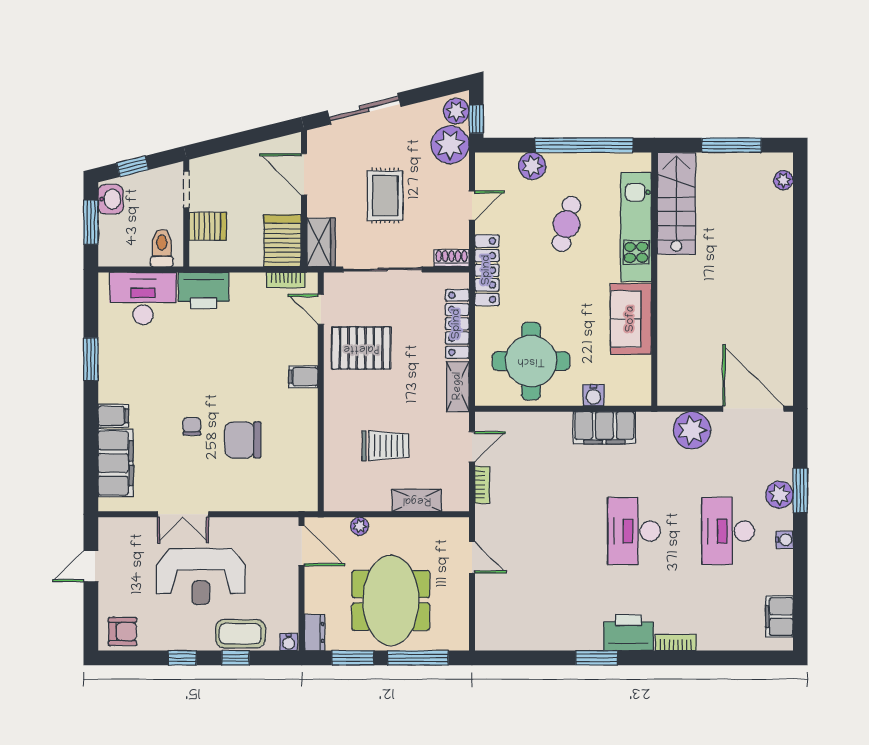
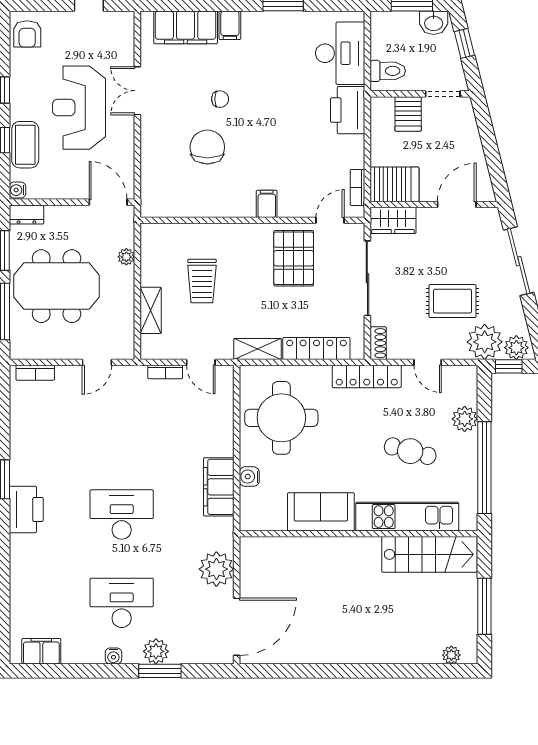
rug: (385, 196) -> (452, 301), moved
door: (302, 546) -> (108, 202), swing flipped
bookcase: (676, 642) -> (35, 373), moved, turned 90

